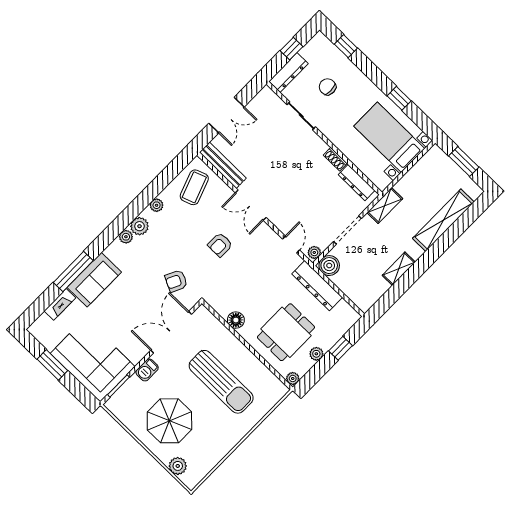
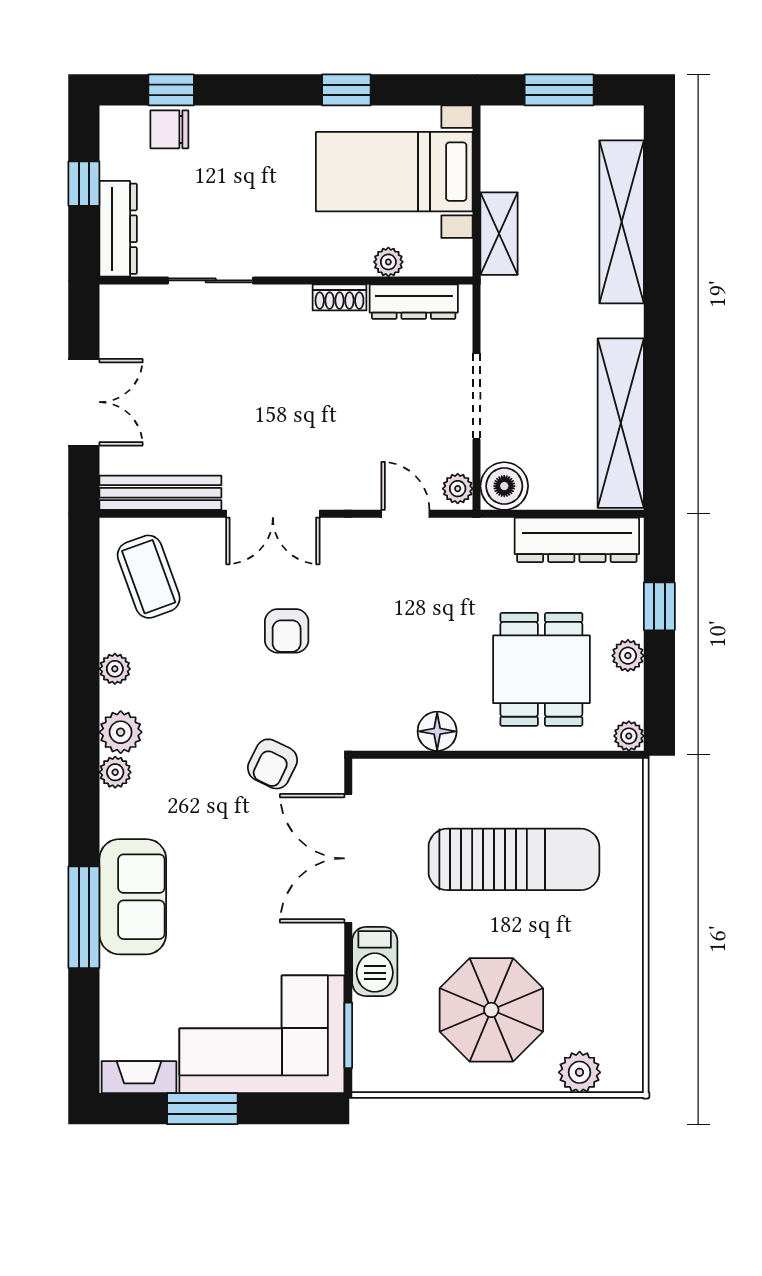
chair: (327, 87) -> (169, 129), moved
plant: (361, 163) -> (388, 262), added
shelving: (385, 206) -> (499, 234), moved
shelving: (399, 269) -> (621, 423), width x2.20, depth x1.33
dresser: (317, 286) -> (577, 540), moved
fireplace: (60, 304) -> (139, 1077), moved, turned -90
barbecue: (147, 370) -> (375, 962), width x1.38, depth x1.27

